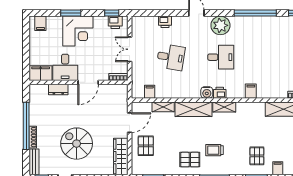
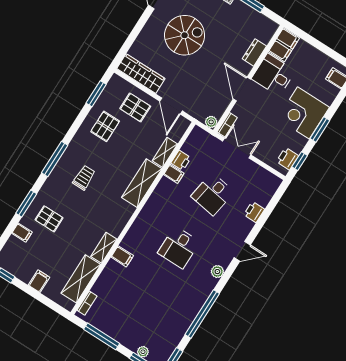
window: (71, 13) -> (320, 129), moved
plant: (220, 25) -> (217, 272), width x0.53, depth x0.53
double door: (130, 49) -> (237, 148), moved
plant: (123, 89) -> (211, 122), added
filing cabinet: (150, 92) -> (174, 174), moved
water cooler: (207, 92) -> (151, 209), removed
printer: (220, 93) -> (181, 160), moved
shelving: (224, 107) -> (104, 248), moved
pallet: (190, 160) -> (105, 126), moved

